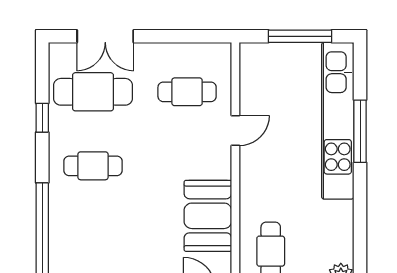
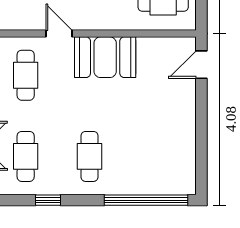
cafe table: (93, 92) -> (26, 156), width x0.73, depth x0.74
booth: (208, 216) -> (105, 57), moved

